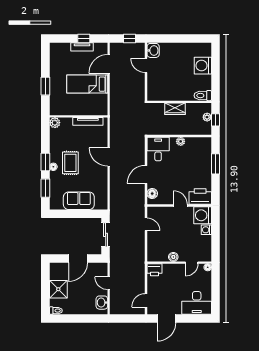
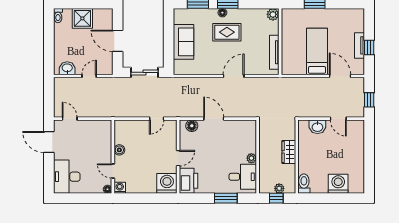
washbasin: (153, 50) -> (317, 127), moved
door: (146, 65) -> (338, 119), swing flipped
desk: (158, 149) -> (243, 177), moved
washing machine: (206, 230) -> (120, 188), moved
printer: (154, 270) -> (105, 128), removed

